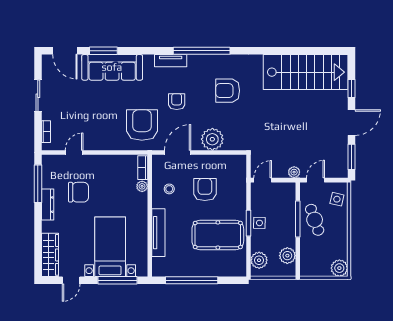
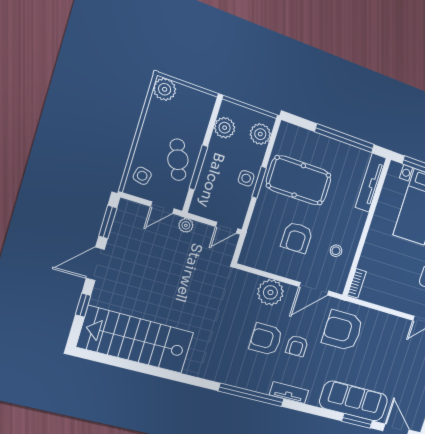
armchair: (228, 91) -> (266, 339), moved, turned 180
armchair: (142, 125) -> (343, 330), turned 90
plant: (142, 186) -> (364, 263), removed
tv unit: (158, 233) -> (371, 183), moved

